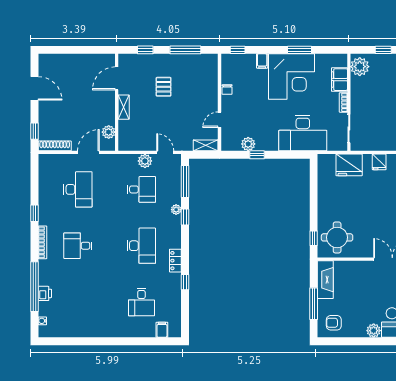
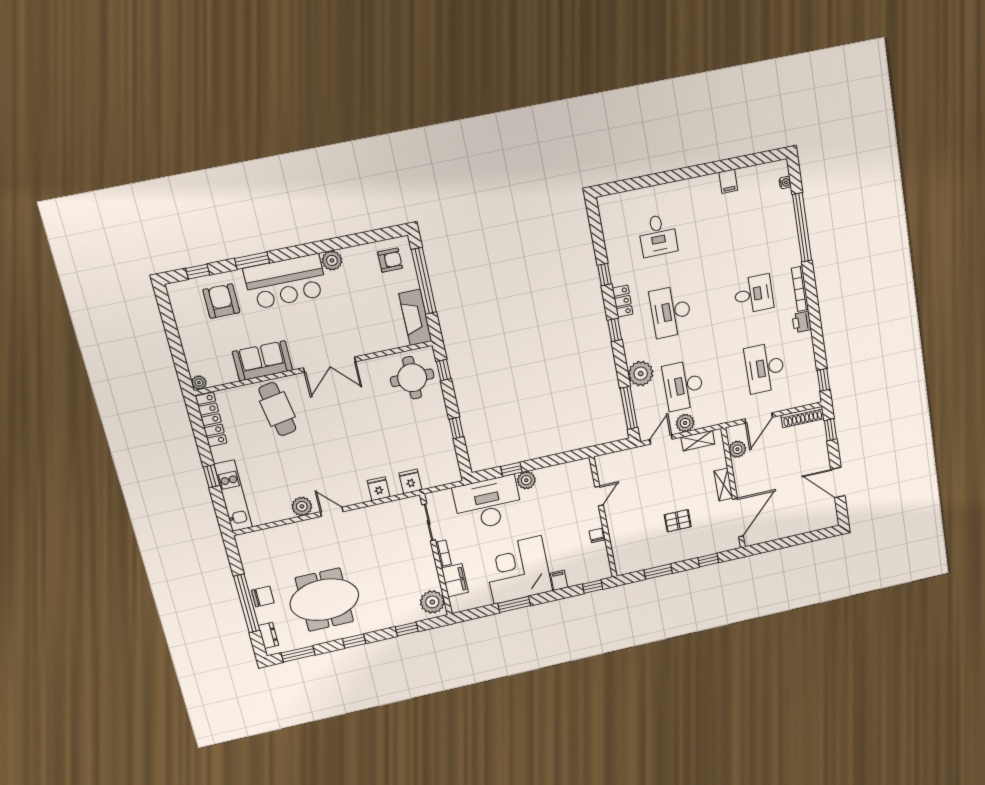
window: (185, 50) -> (658, 572), width x0.69
door: (117, 78) -> (738, 518), width x1.36
pallet: (164, 87) -> (678, 521), turned 90
plant: (248, 144) -> (526, 480), moved
shelving: (206, 145) -> (698, 441), moved
door: (165, 152) -> (661, 439), swing flipped
window: (257, 155) -> (511, 469), moved
fridge: (349, 165) -> (410, 481), width x0.53, depth x0.75
desk: (141, 189) -> (683, 385), width x1.37
window: (314, 194) -> (456, 428), added
plant: (176, 210) -> (641, 374), width x1.88, depth x1.88
window: (34, 213) -> (823, 380), moved
window: (185, 217) -> (615, 330), moved
printer: (45, 293) -> (802, 322), moved
desk: (141, 302) -> (658, 235), turned 180
window: (314, 304) -> (424, 281), width x1.46
filing cabinet: (162, 330) -> (728, 181), moved

